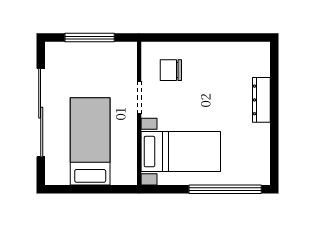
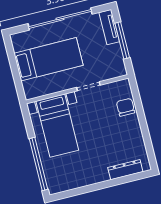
tv unit: (68, 50) -> (109, 27), added
chair: (171, 70) -> (125, 107), moved
dresser: (261, 100) -> (125, 170), moved

